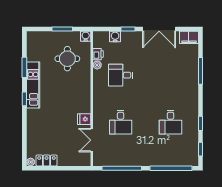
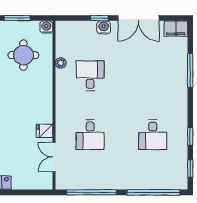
water cooler: (115, 37) -> (104, 27), moved
printer: (98, 54) -> (62, 49), removed
desk: (121, 75) -> (90, 76), turned 90

